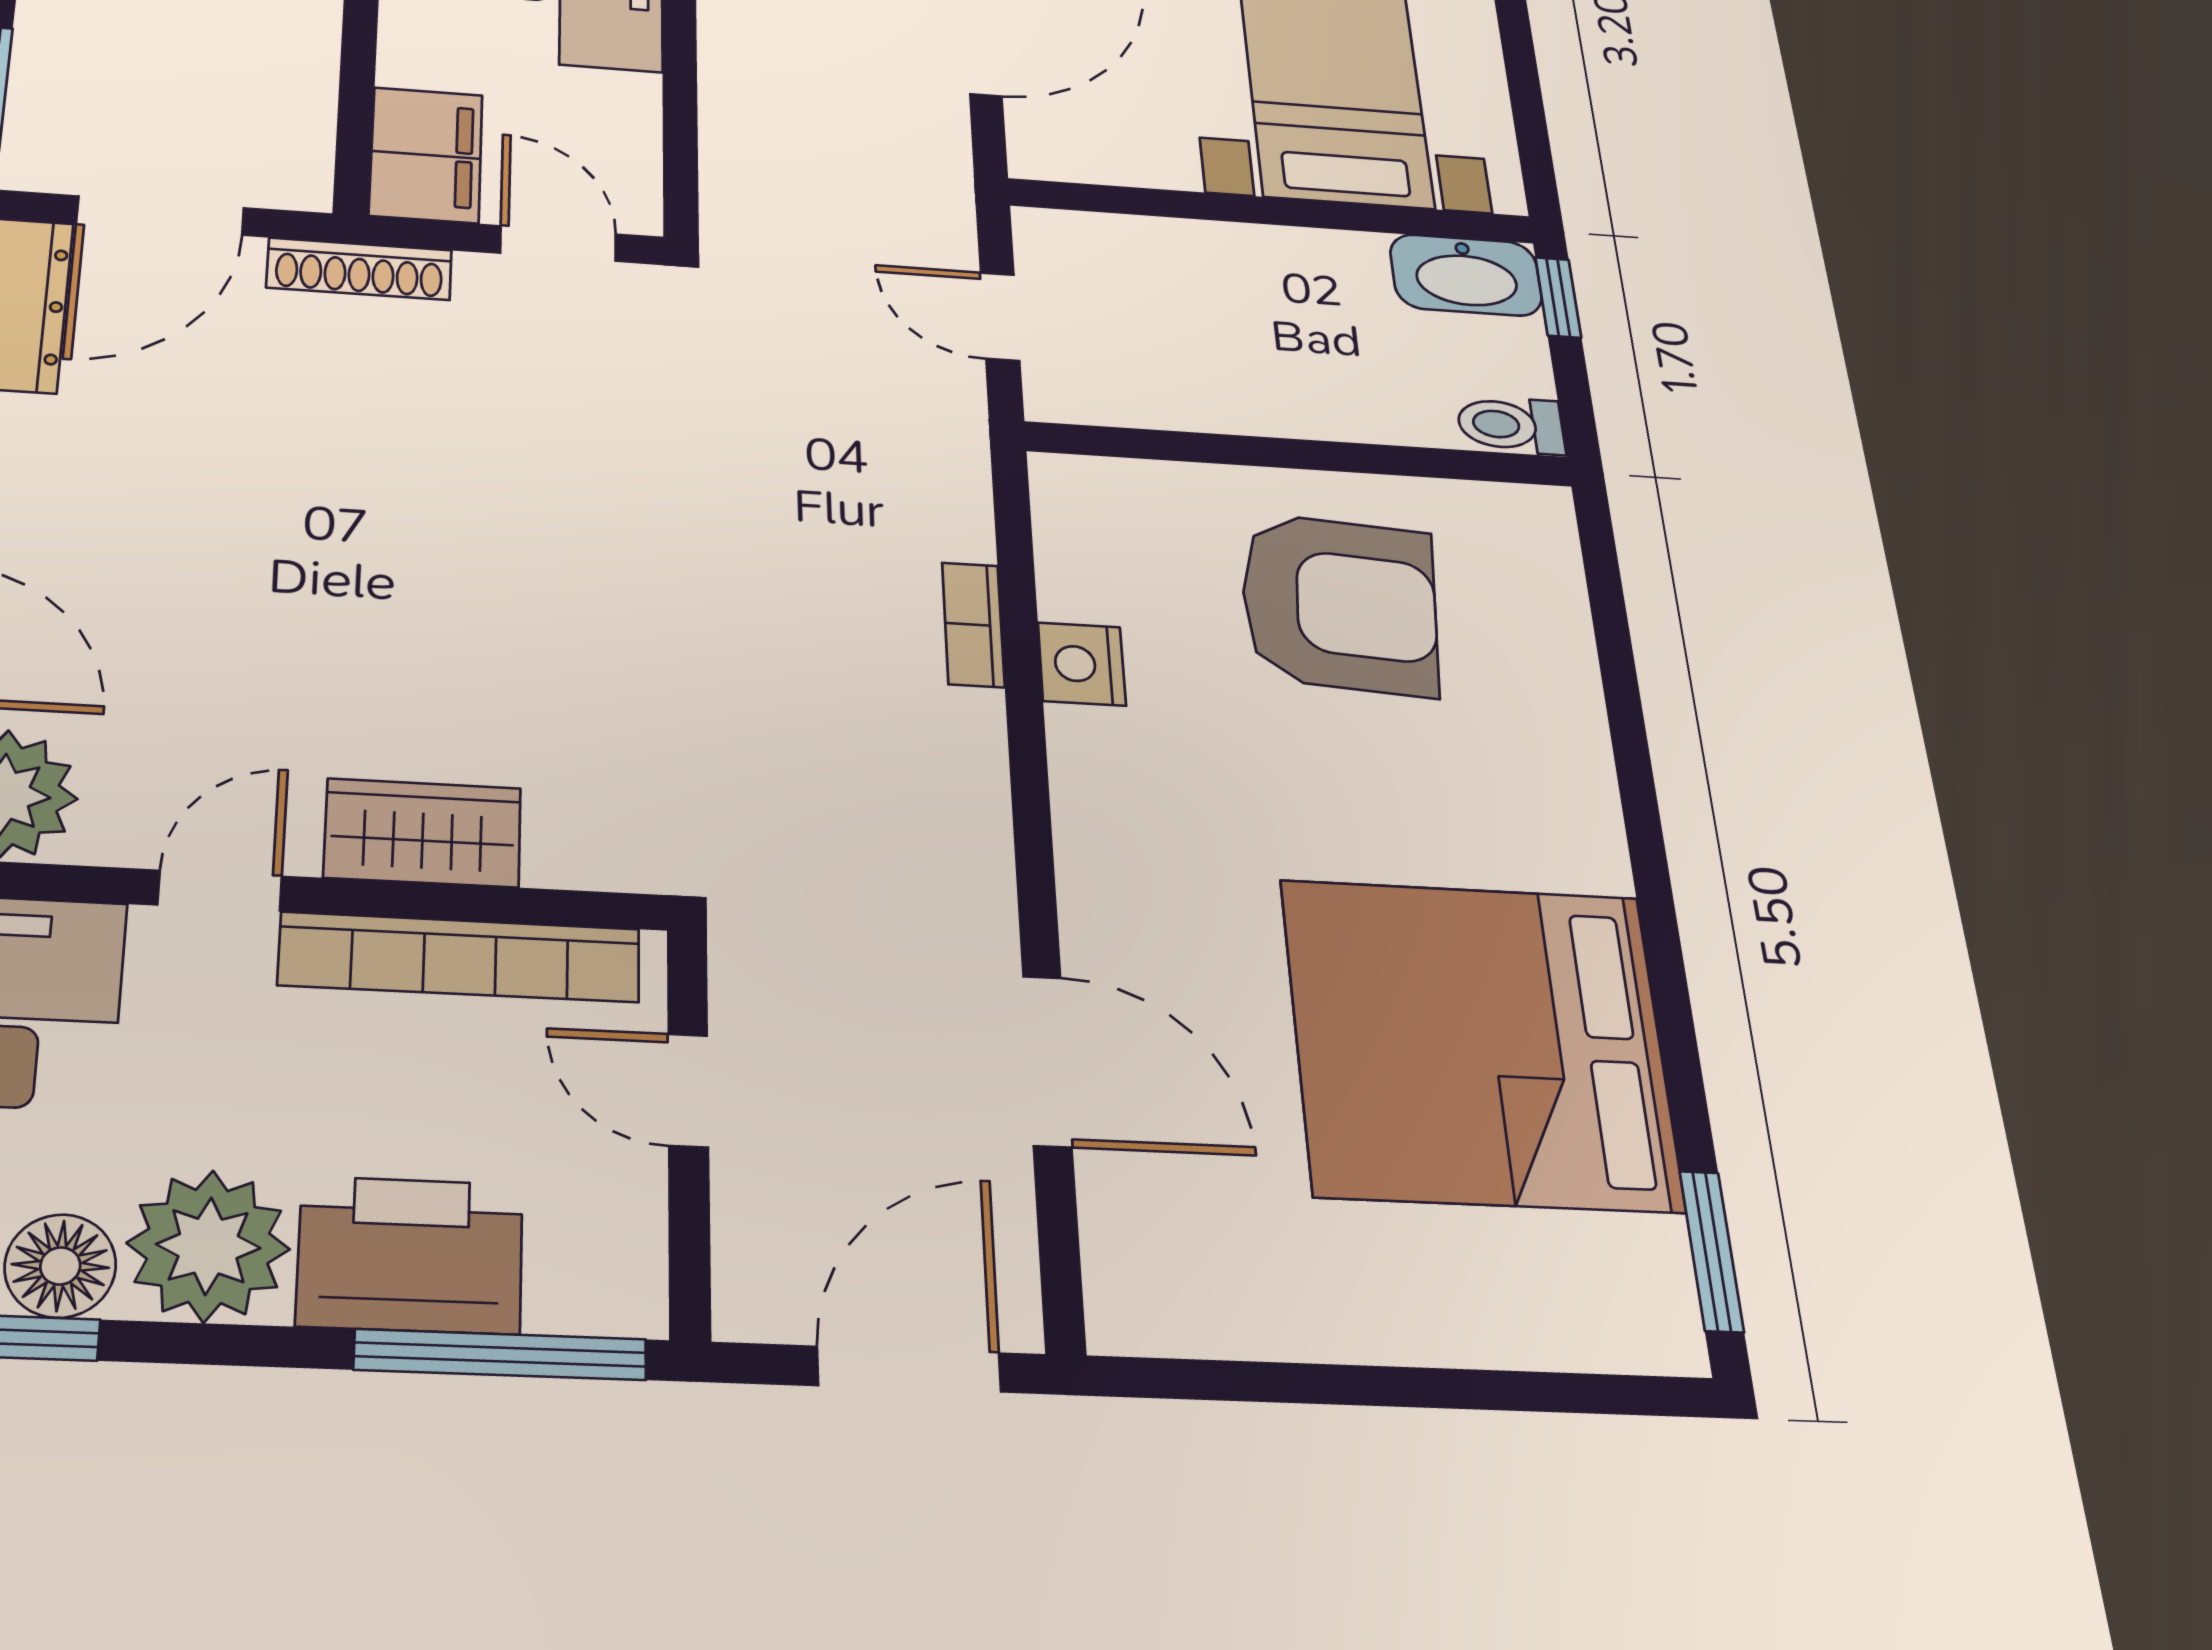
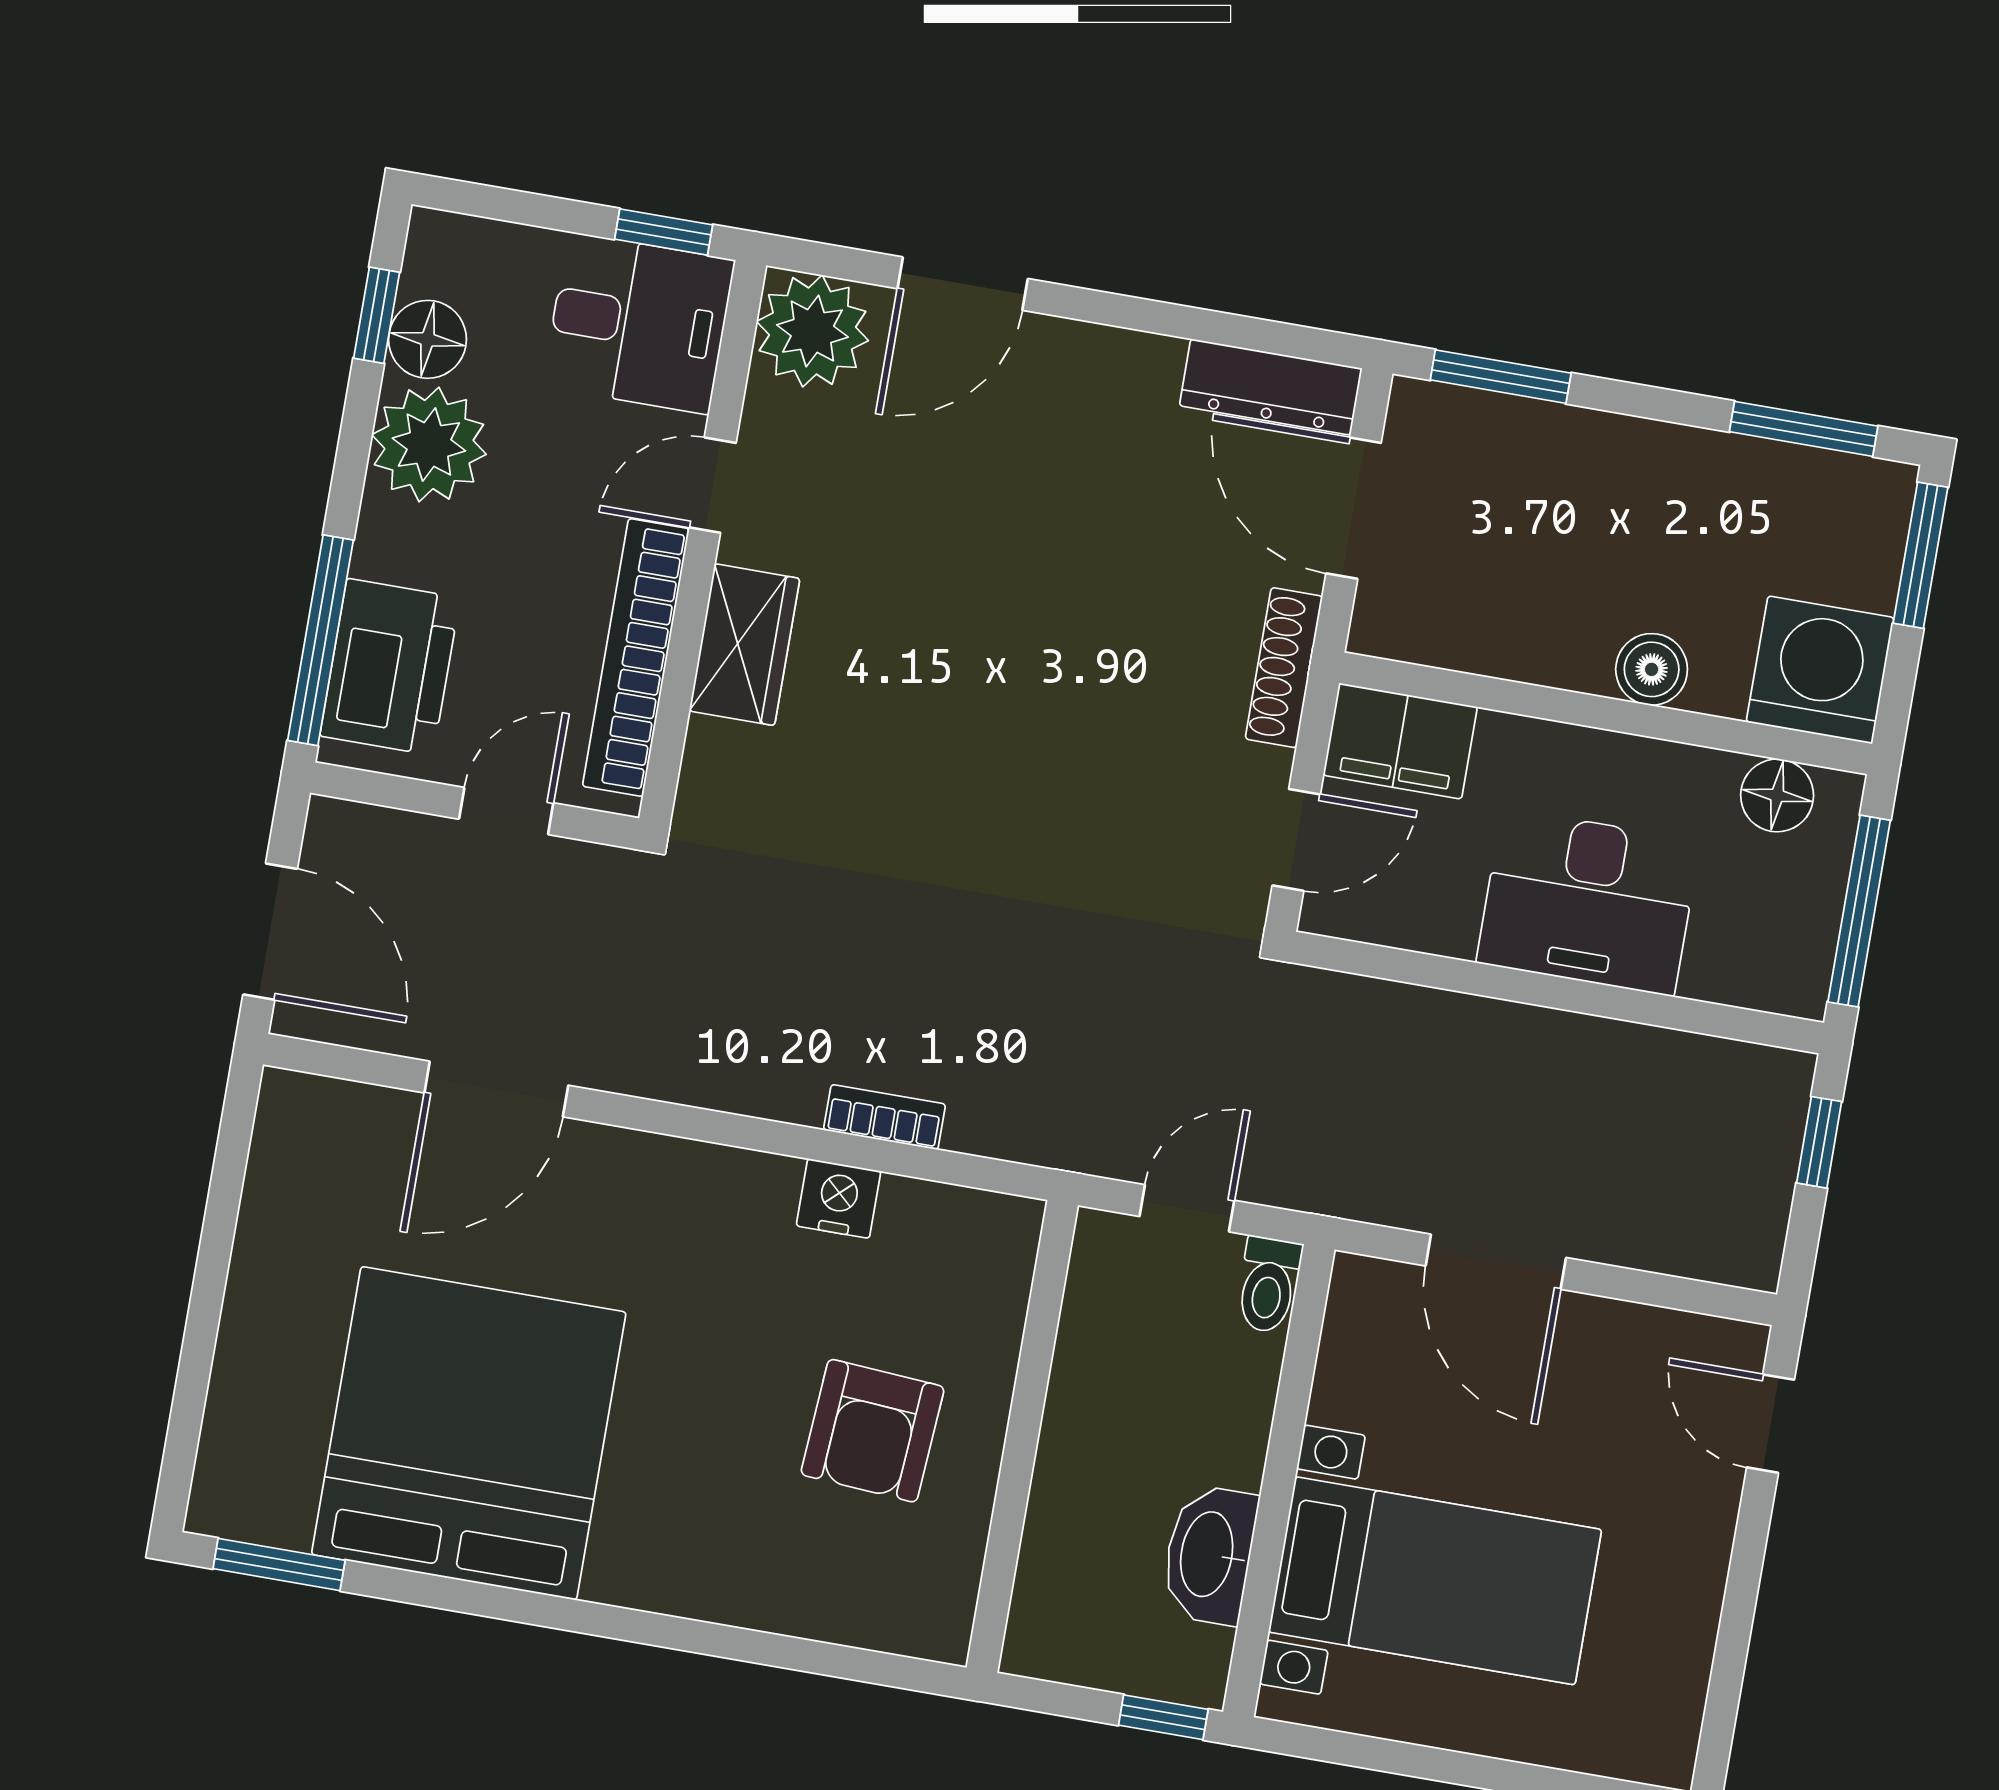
washbasin: (1466, 275) -> (1209, 1555), moved
toilet: (1511, 425) -> (1268, 1285), moved, turned 180
armchair: (1340, 604) -> (873, 1431), width x0.73, depth x0.73
door: (220, 891) -> (712, 485), swing flipped
printer: (410, 1255) -> (390, 667), moved

